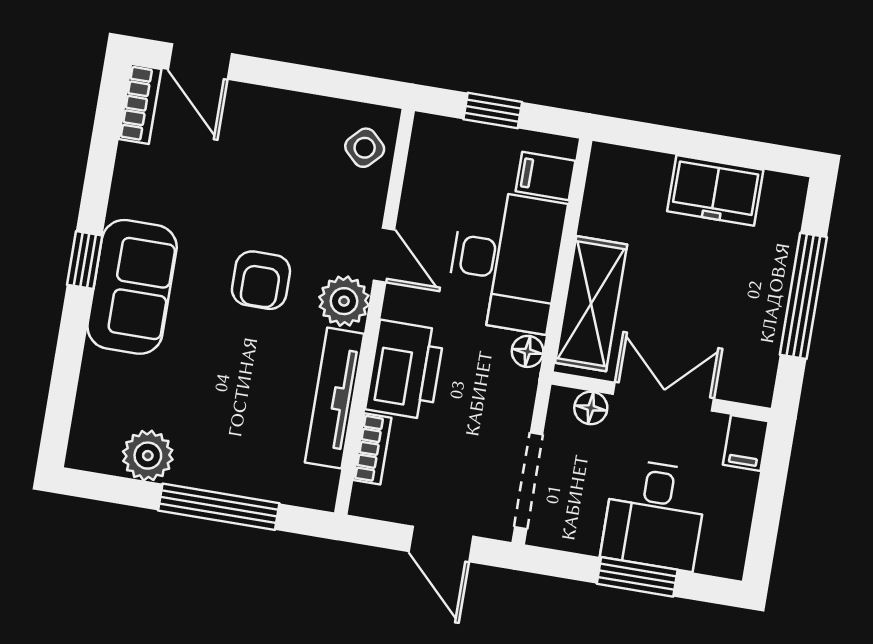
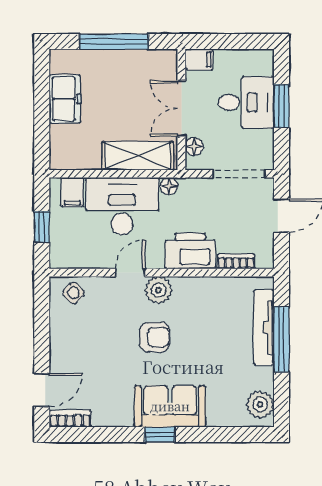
tv unit: (334, 398) -> (264, 327), moved, turned 90
plant: (148, 456) -> (260, 405), moved

